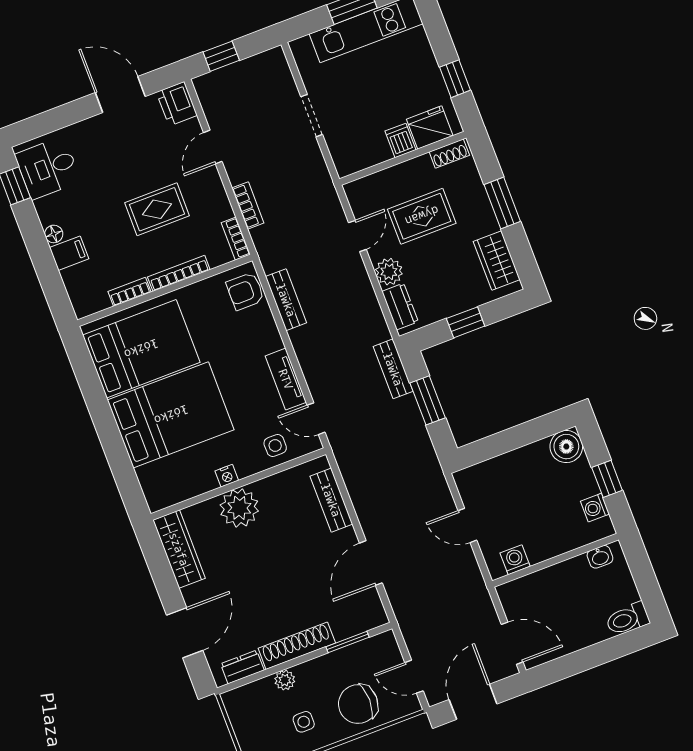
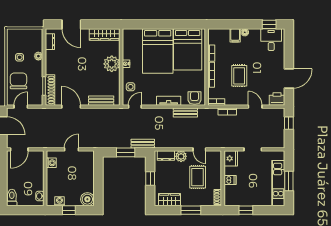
fridge: (430, 127) -> (231, 158), moved
tv unit: (286, 379) -> (169, 101), moved
shoe rack: (297, 646) -> (50, 90), moved

